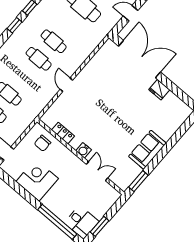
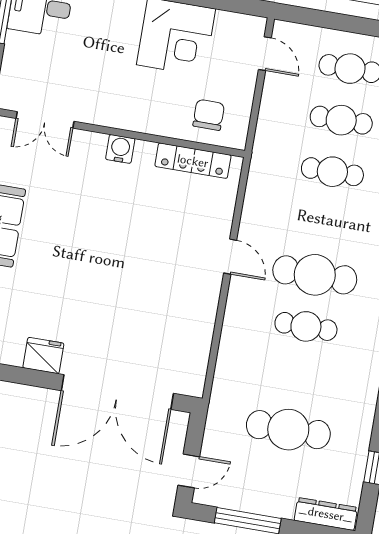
cafe table: (39, 59) -> (315, 275), width x1.37, depth x1.35
locker: (63, 133) -> (193, 161), width x1.53
double door: (97, 171) -> (45, 120), moved

